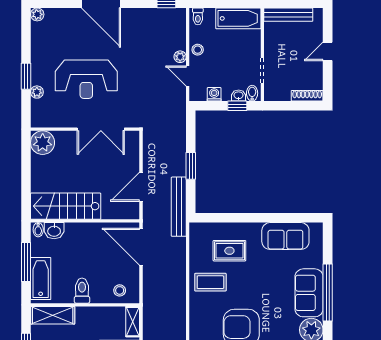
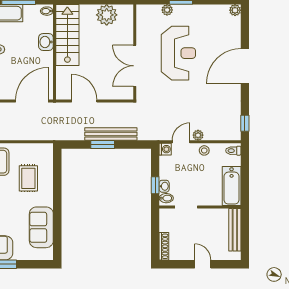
reception desk: (86, 79) -> (178, 53), turned 180
washing machine: (214, 94) -> (165, 149), moved
plant: (43, 143) -> (107, 15), moved
bench: (179, 207) -> (111, 134), moved
washbasin: (54, 231) -> (46, 42), moved

